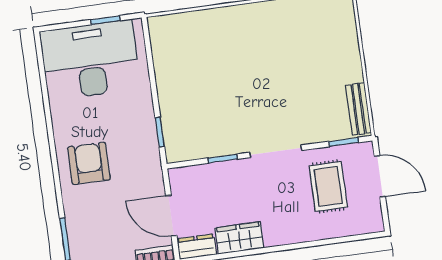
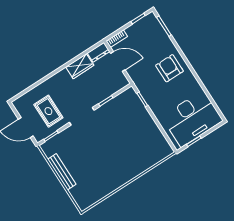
bench: (358, 109) -> (62, 172), moved, width x1.36
armchair: (89, 163) -> (169, 68), turned 180

